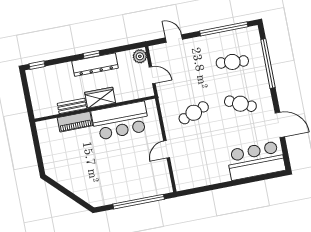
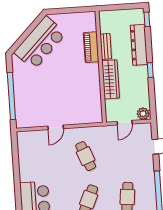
dresser: (95, 65) -> (139, 45), moved
wardrobe: (100, 98) -> (111, 79), width x1.50
bar counter: (120, 121) -> (40, 43), moved, turned -135
door: (167, 149) -> (56, 127), swing flipped

